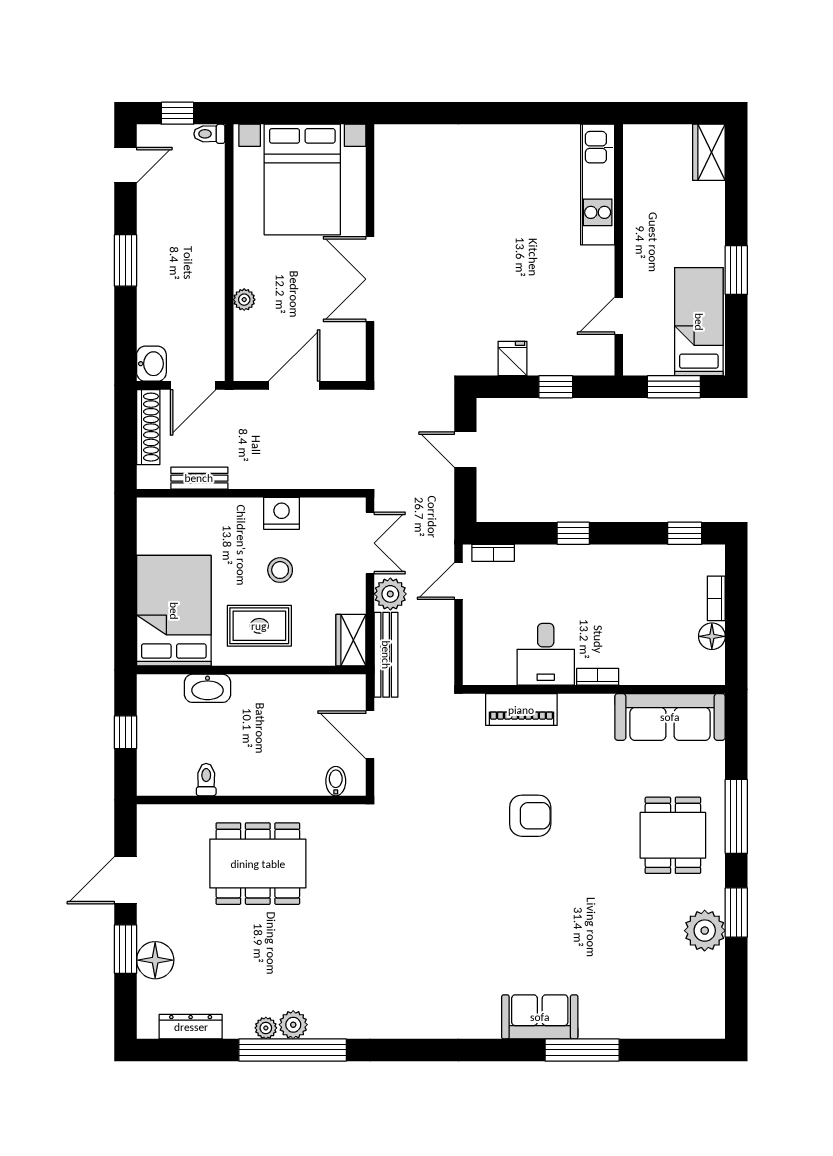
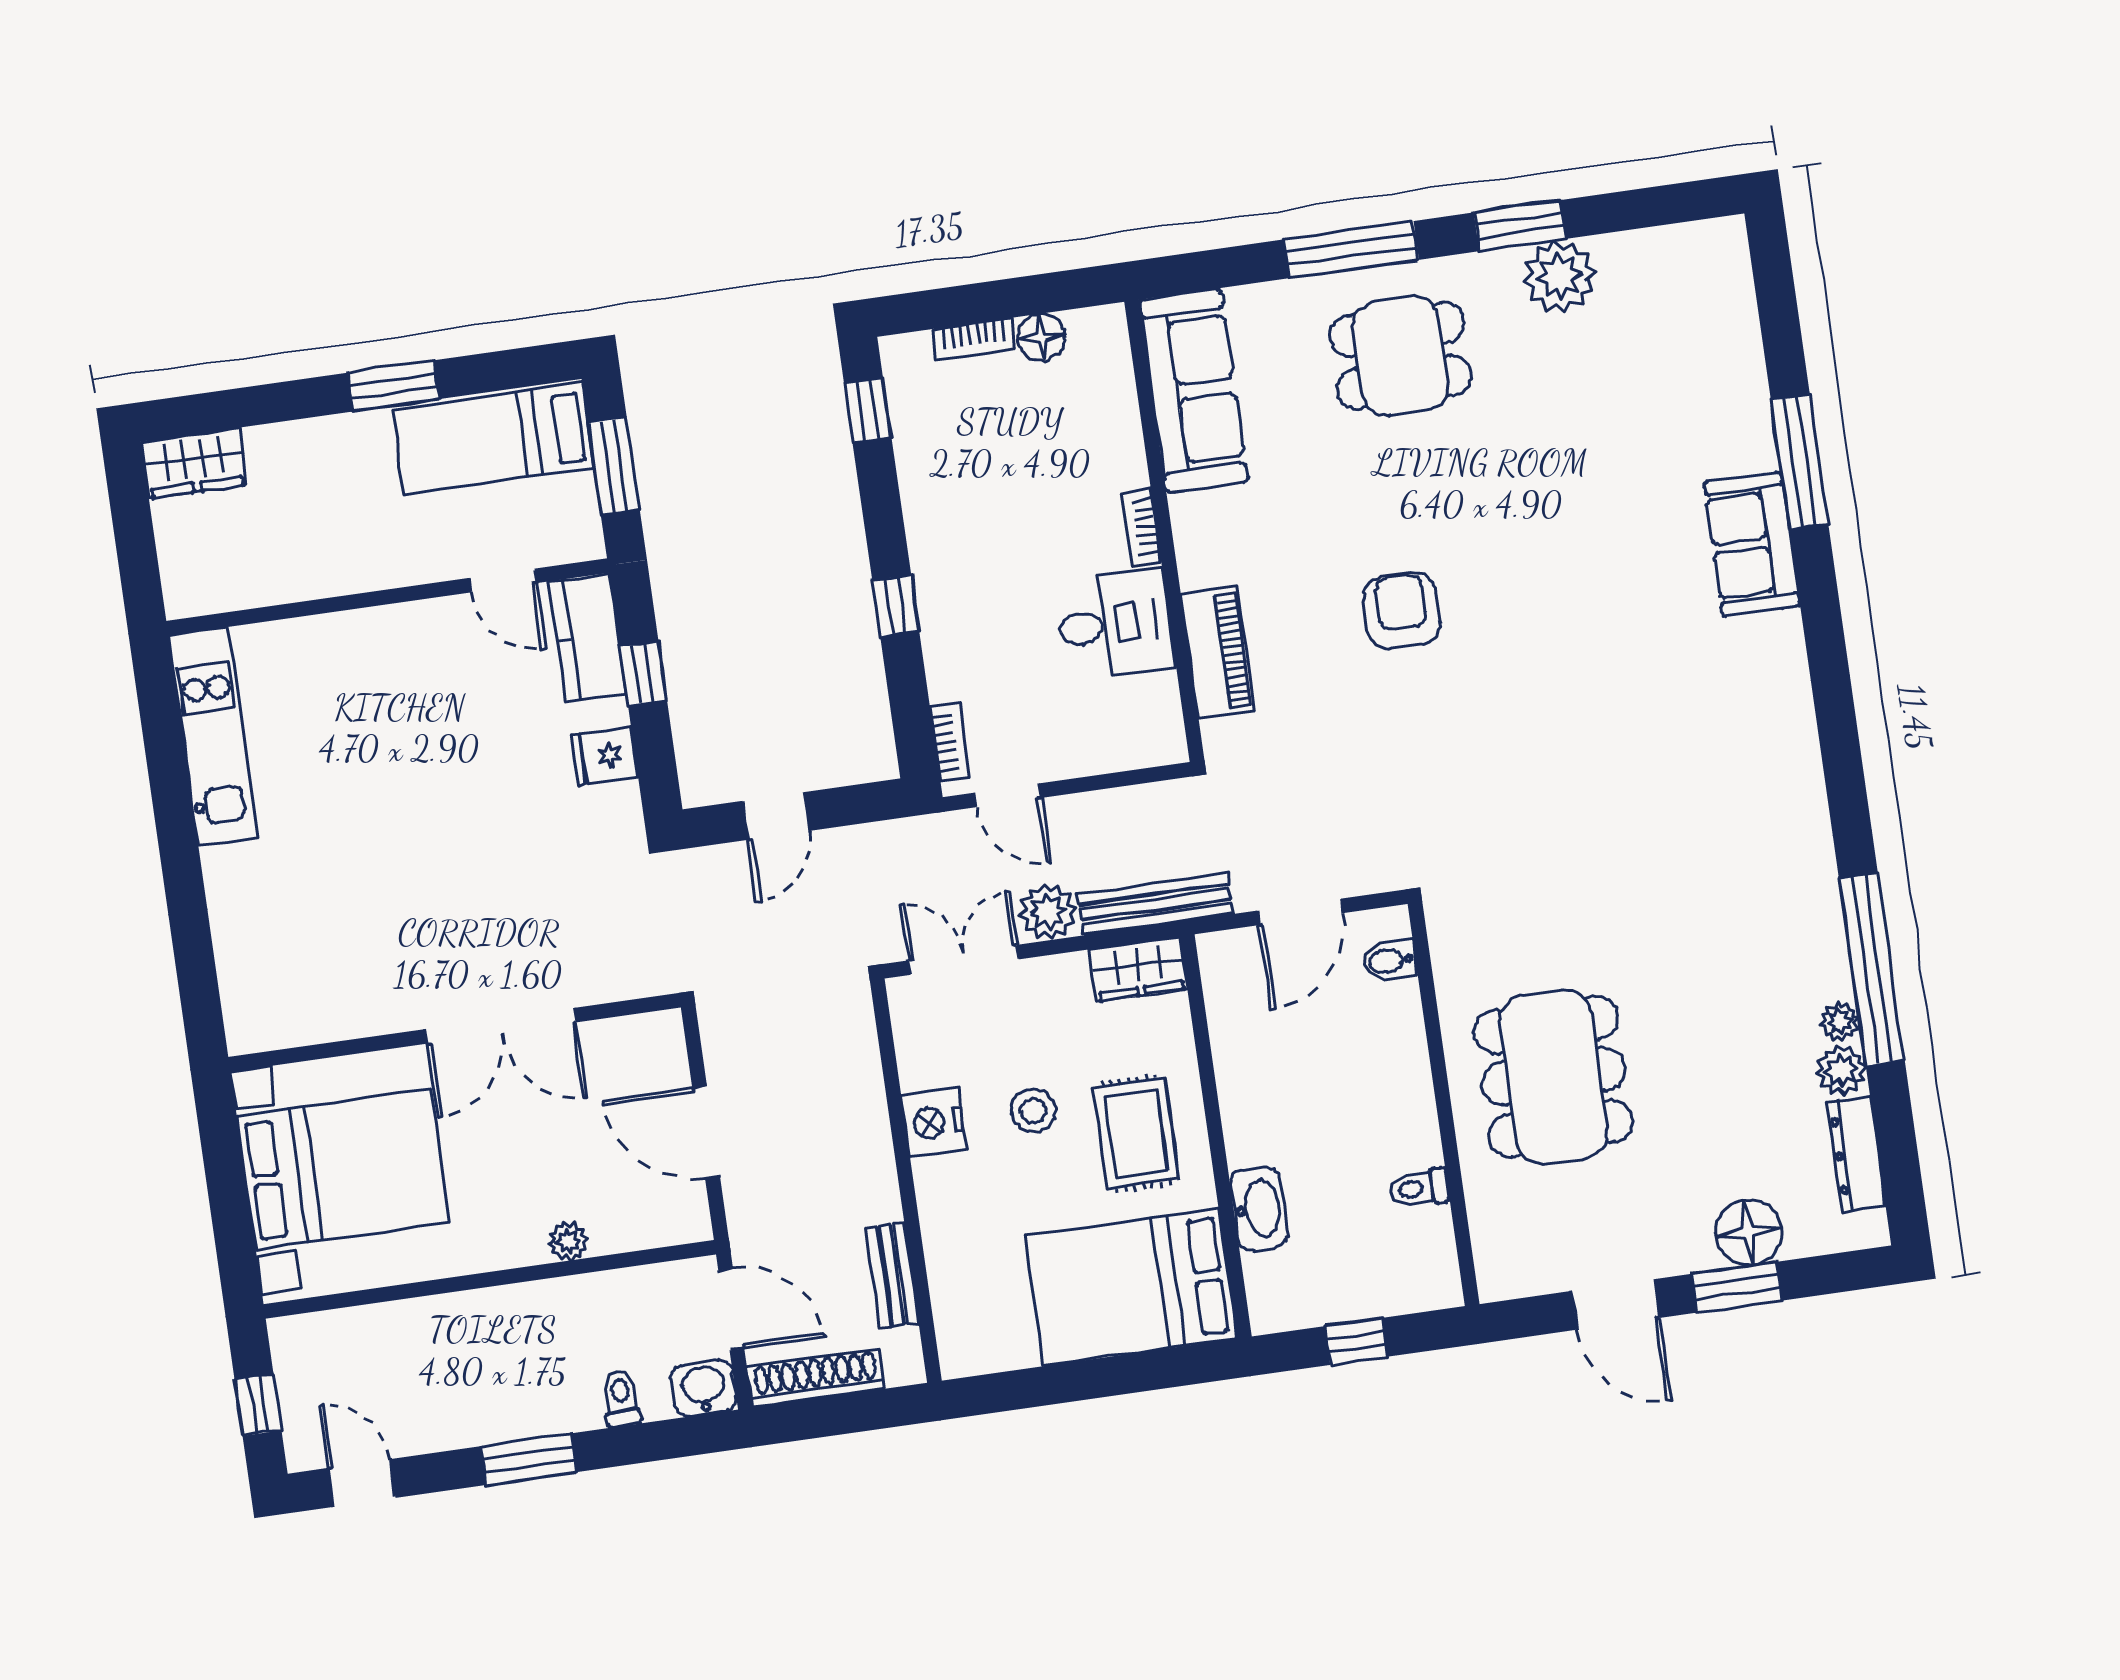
toilet: (209, 134) -> (621, 1398), moved, turned 180
kitchen unit: (598, 185) -> (213, 737), moved, turned -90
kitchen counter: (580, 359) -> (588, 637), added
plant: (293, 1025) -> (1841, 1070), moved

